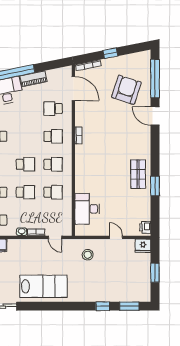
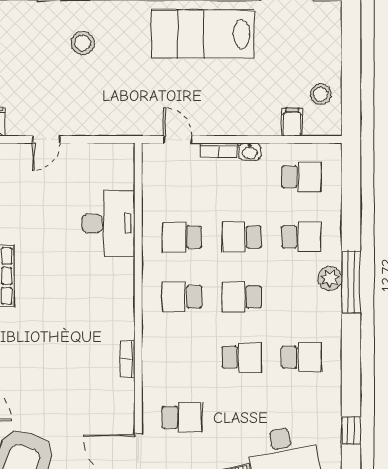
school desk: (53, 136) -> (242, 357), moved, turned 180
desk: (87, 209) -> (108, 223), moved
door: (116, 237) -> (46, 140), hinge flipped
stool: (88, 255) -> (83, 43), moved

